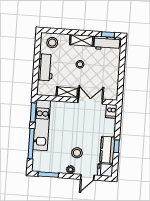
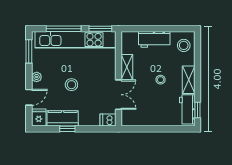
kitchen unit: (42, 125) -> (75, 40), width x1.36
stool: (77, 153) -> (71, 85), moved
door: (87, 177) -> (29, 97), swing flipped

